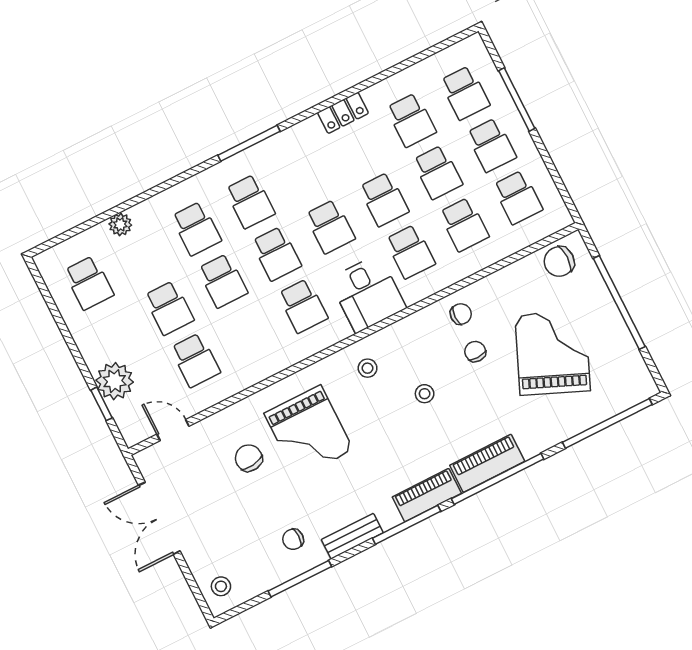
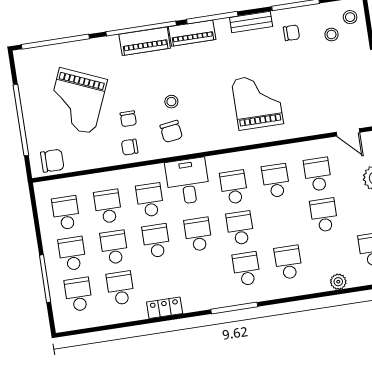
school desk: (223, 281) -> (276, 181), moved
stool: (368, 368) -> (332, 35), moved
chair: (249, 458) -> (171, 131), moved

